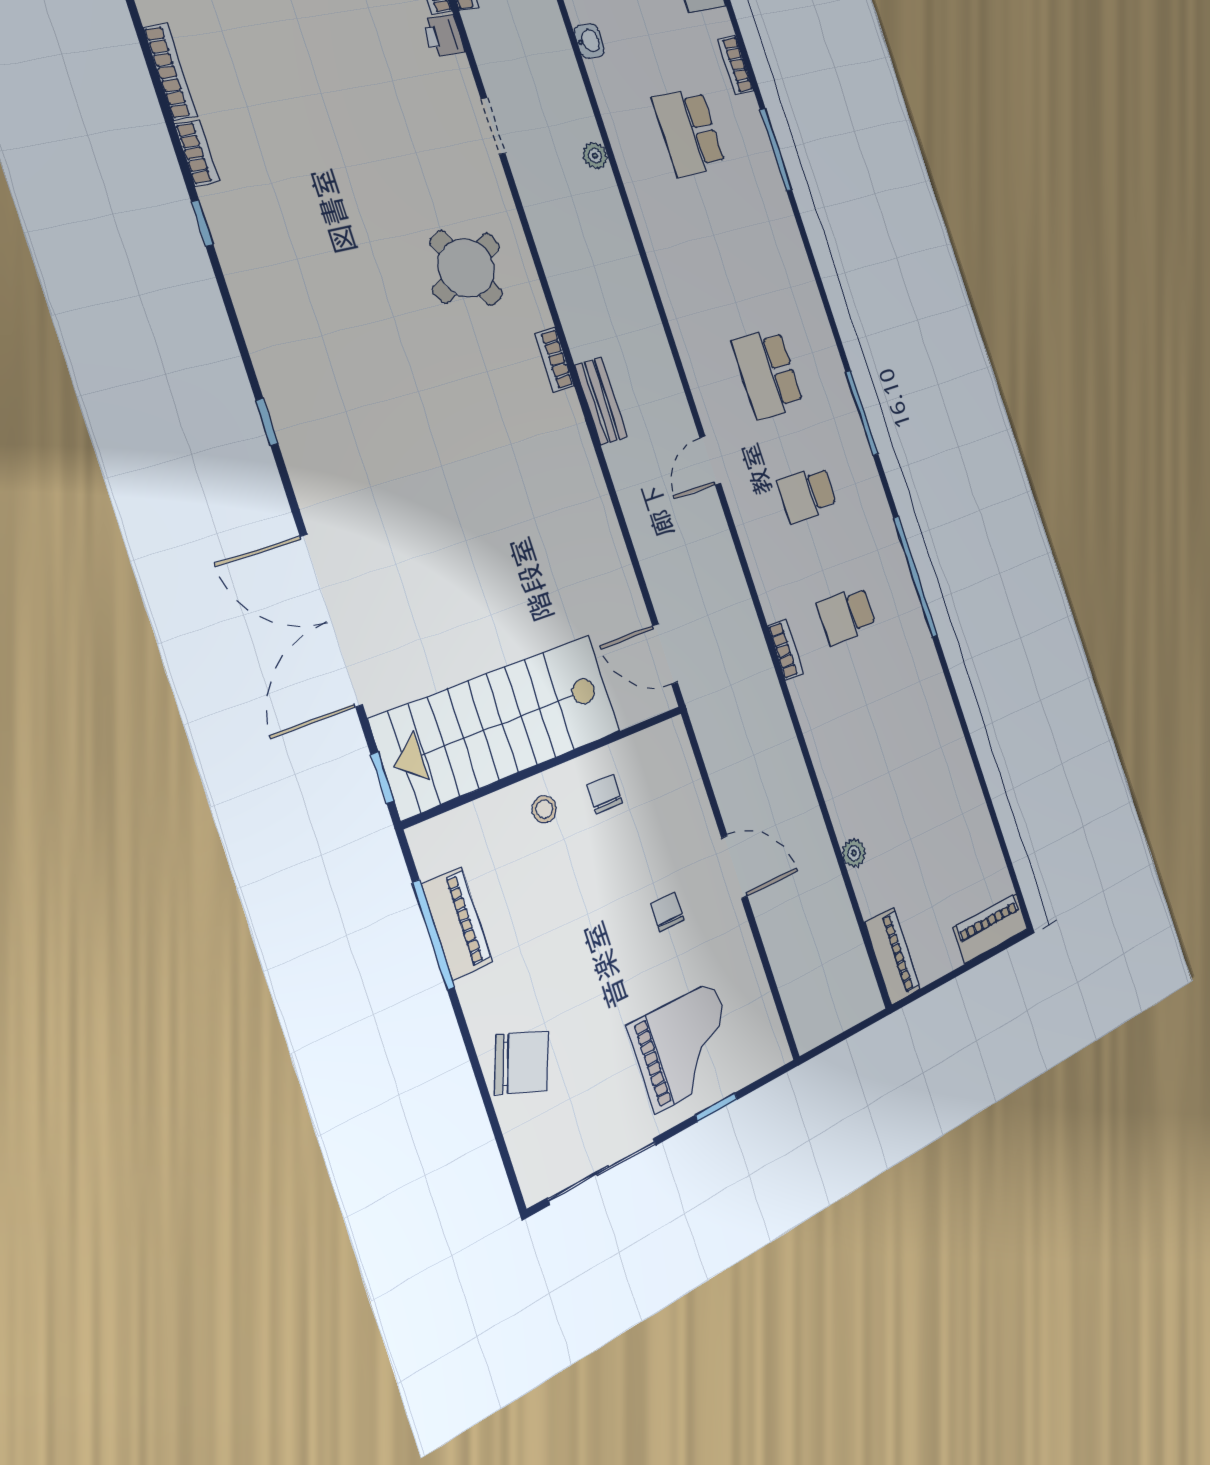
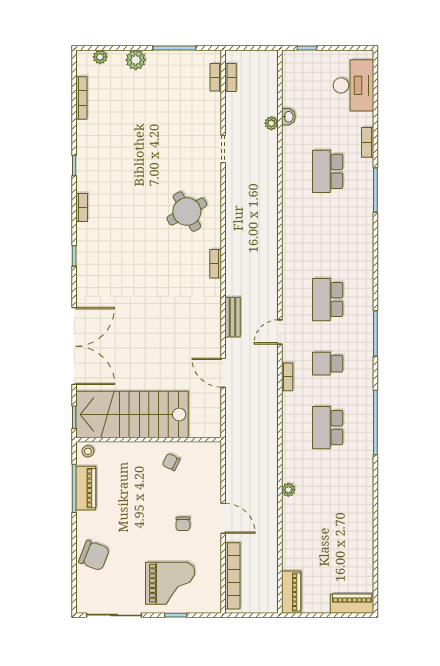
printer: (443, 36) -> (213, 102), removed
bookcase: (197, 153) -> (82, 207), moved
plant: (595, 156) -> (271, 123), moved
bench: (601, 401) -> (232, 317), moved
school desk: (847, 615) -> (328, 428), width x1.85
double door: (331, 621) -> (74, 346), swing flipped
bookcase: (785, 650) -> (287, 377), moved
door: (665, 654) -> (223, 373), moved
chair: (605, 794) -> (171, 462), turned -64
stool: (544, 809) -> (88, 451), moved
plant: (854, 853) -> (288, 490), moved
chair: (668, 912) -> (183, 524), turned 180
bookcase: (788, 974) -> (232, 576), added

